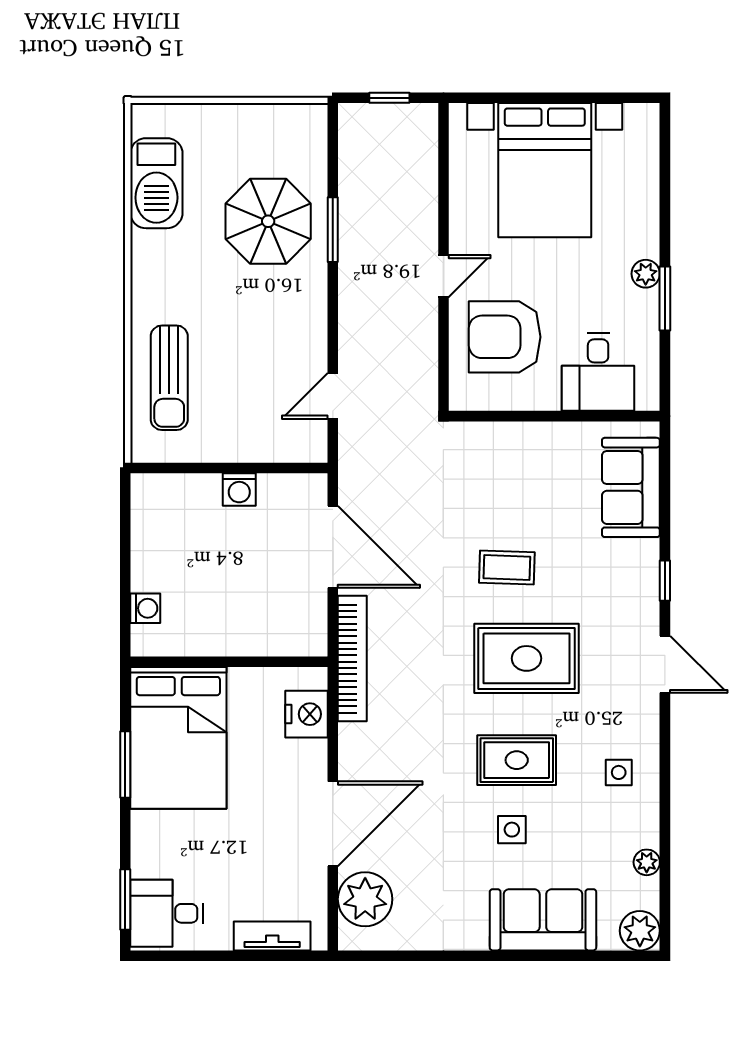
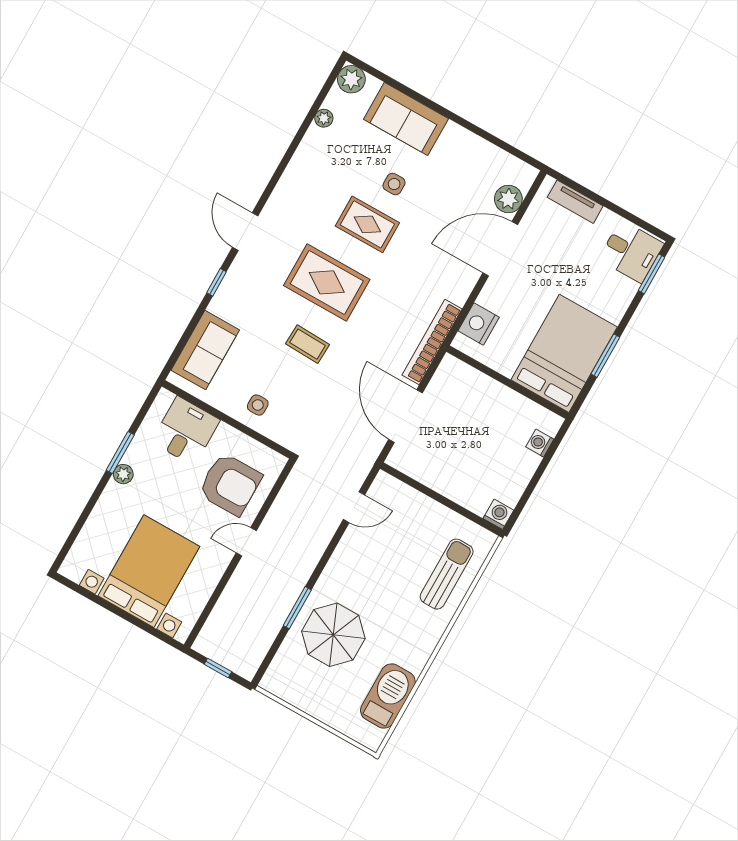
washing machine: (239, 489) -> (498, 514), moved
side table: (619, 772) -> (258, 405), moved
plant: (365, 899) -> (508, 199), width x0.73, depth x0.73

